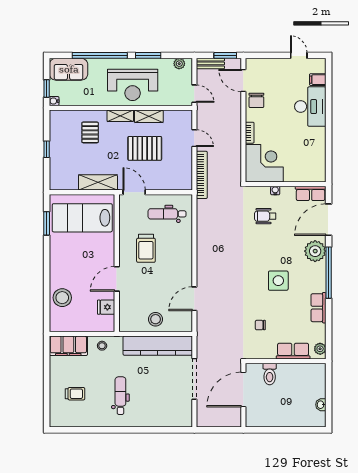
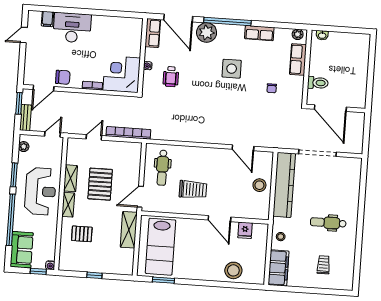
washbasin: (321, 405) -> (322, 35), moved

